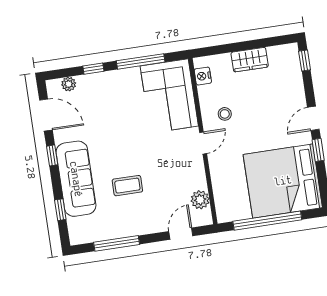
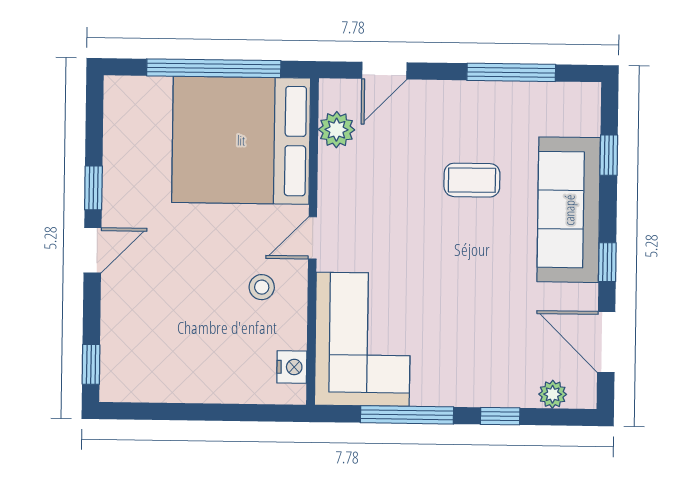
wardrobe: (250, 60) -> (197, 384), removed
bed: (283, 181) -> (241, 140), moved, turned 180

